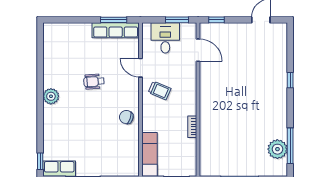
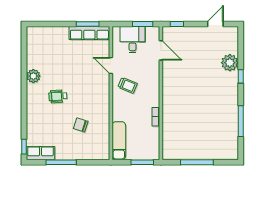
wheelchair: (94, 82) -> (58, 96), moved
plant: (51, 96) -> (33, 76), moved
chair: (126, 117) -> (81, 125), moved
window: (290, 146) -> (241, 121), moved
plant: (277, 149) -> (230, 63), moved

